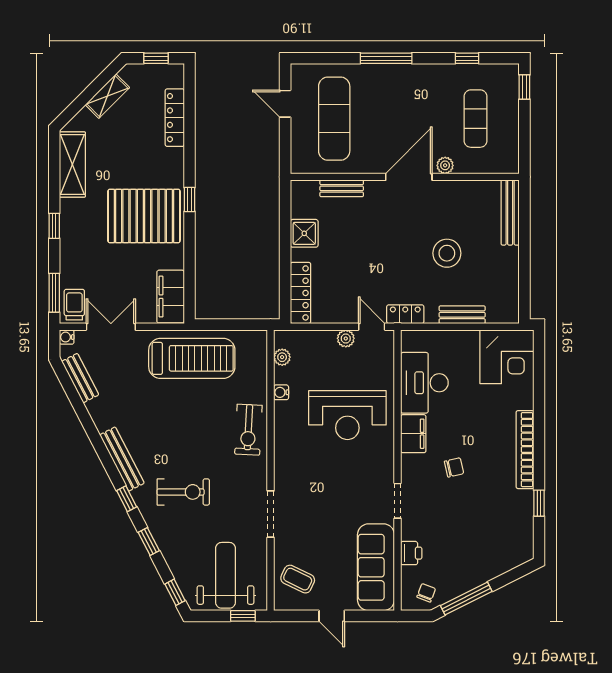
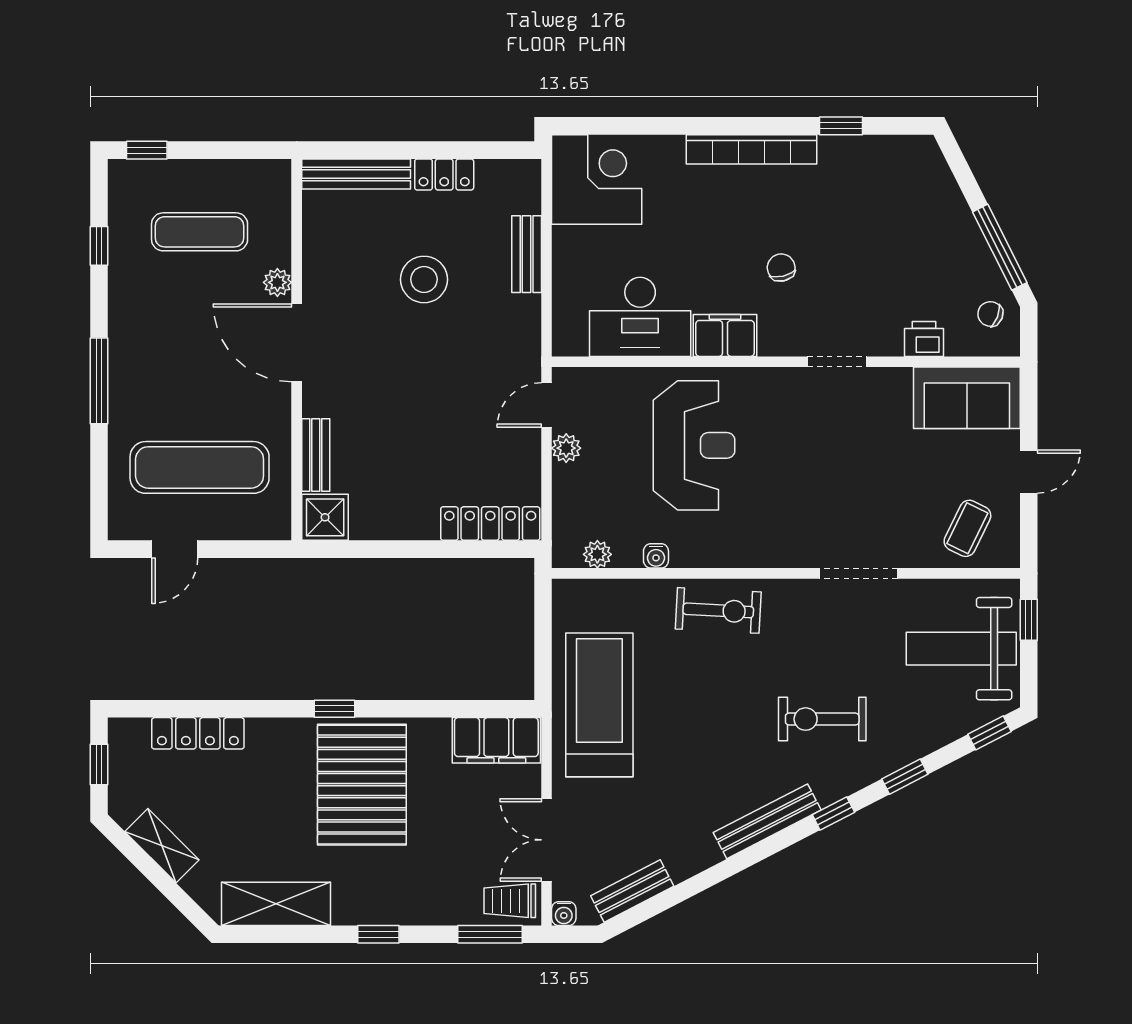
shower: (304, 233) -> (325, 517), moved
locker: (405, 314) -> (444, 174), moved, turned -90
exercise bike: (183, 492) -> (822, 719), turned -90
sofa: (376, 567) -> (967, 398), width x0.73

